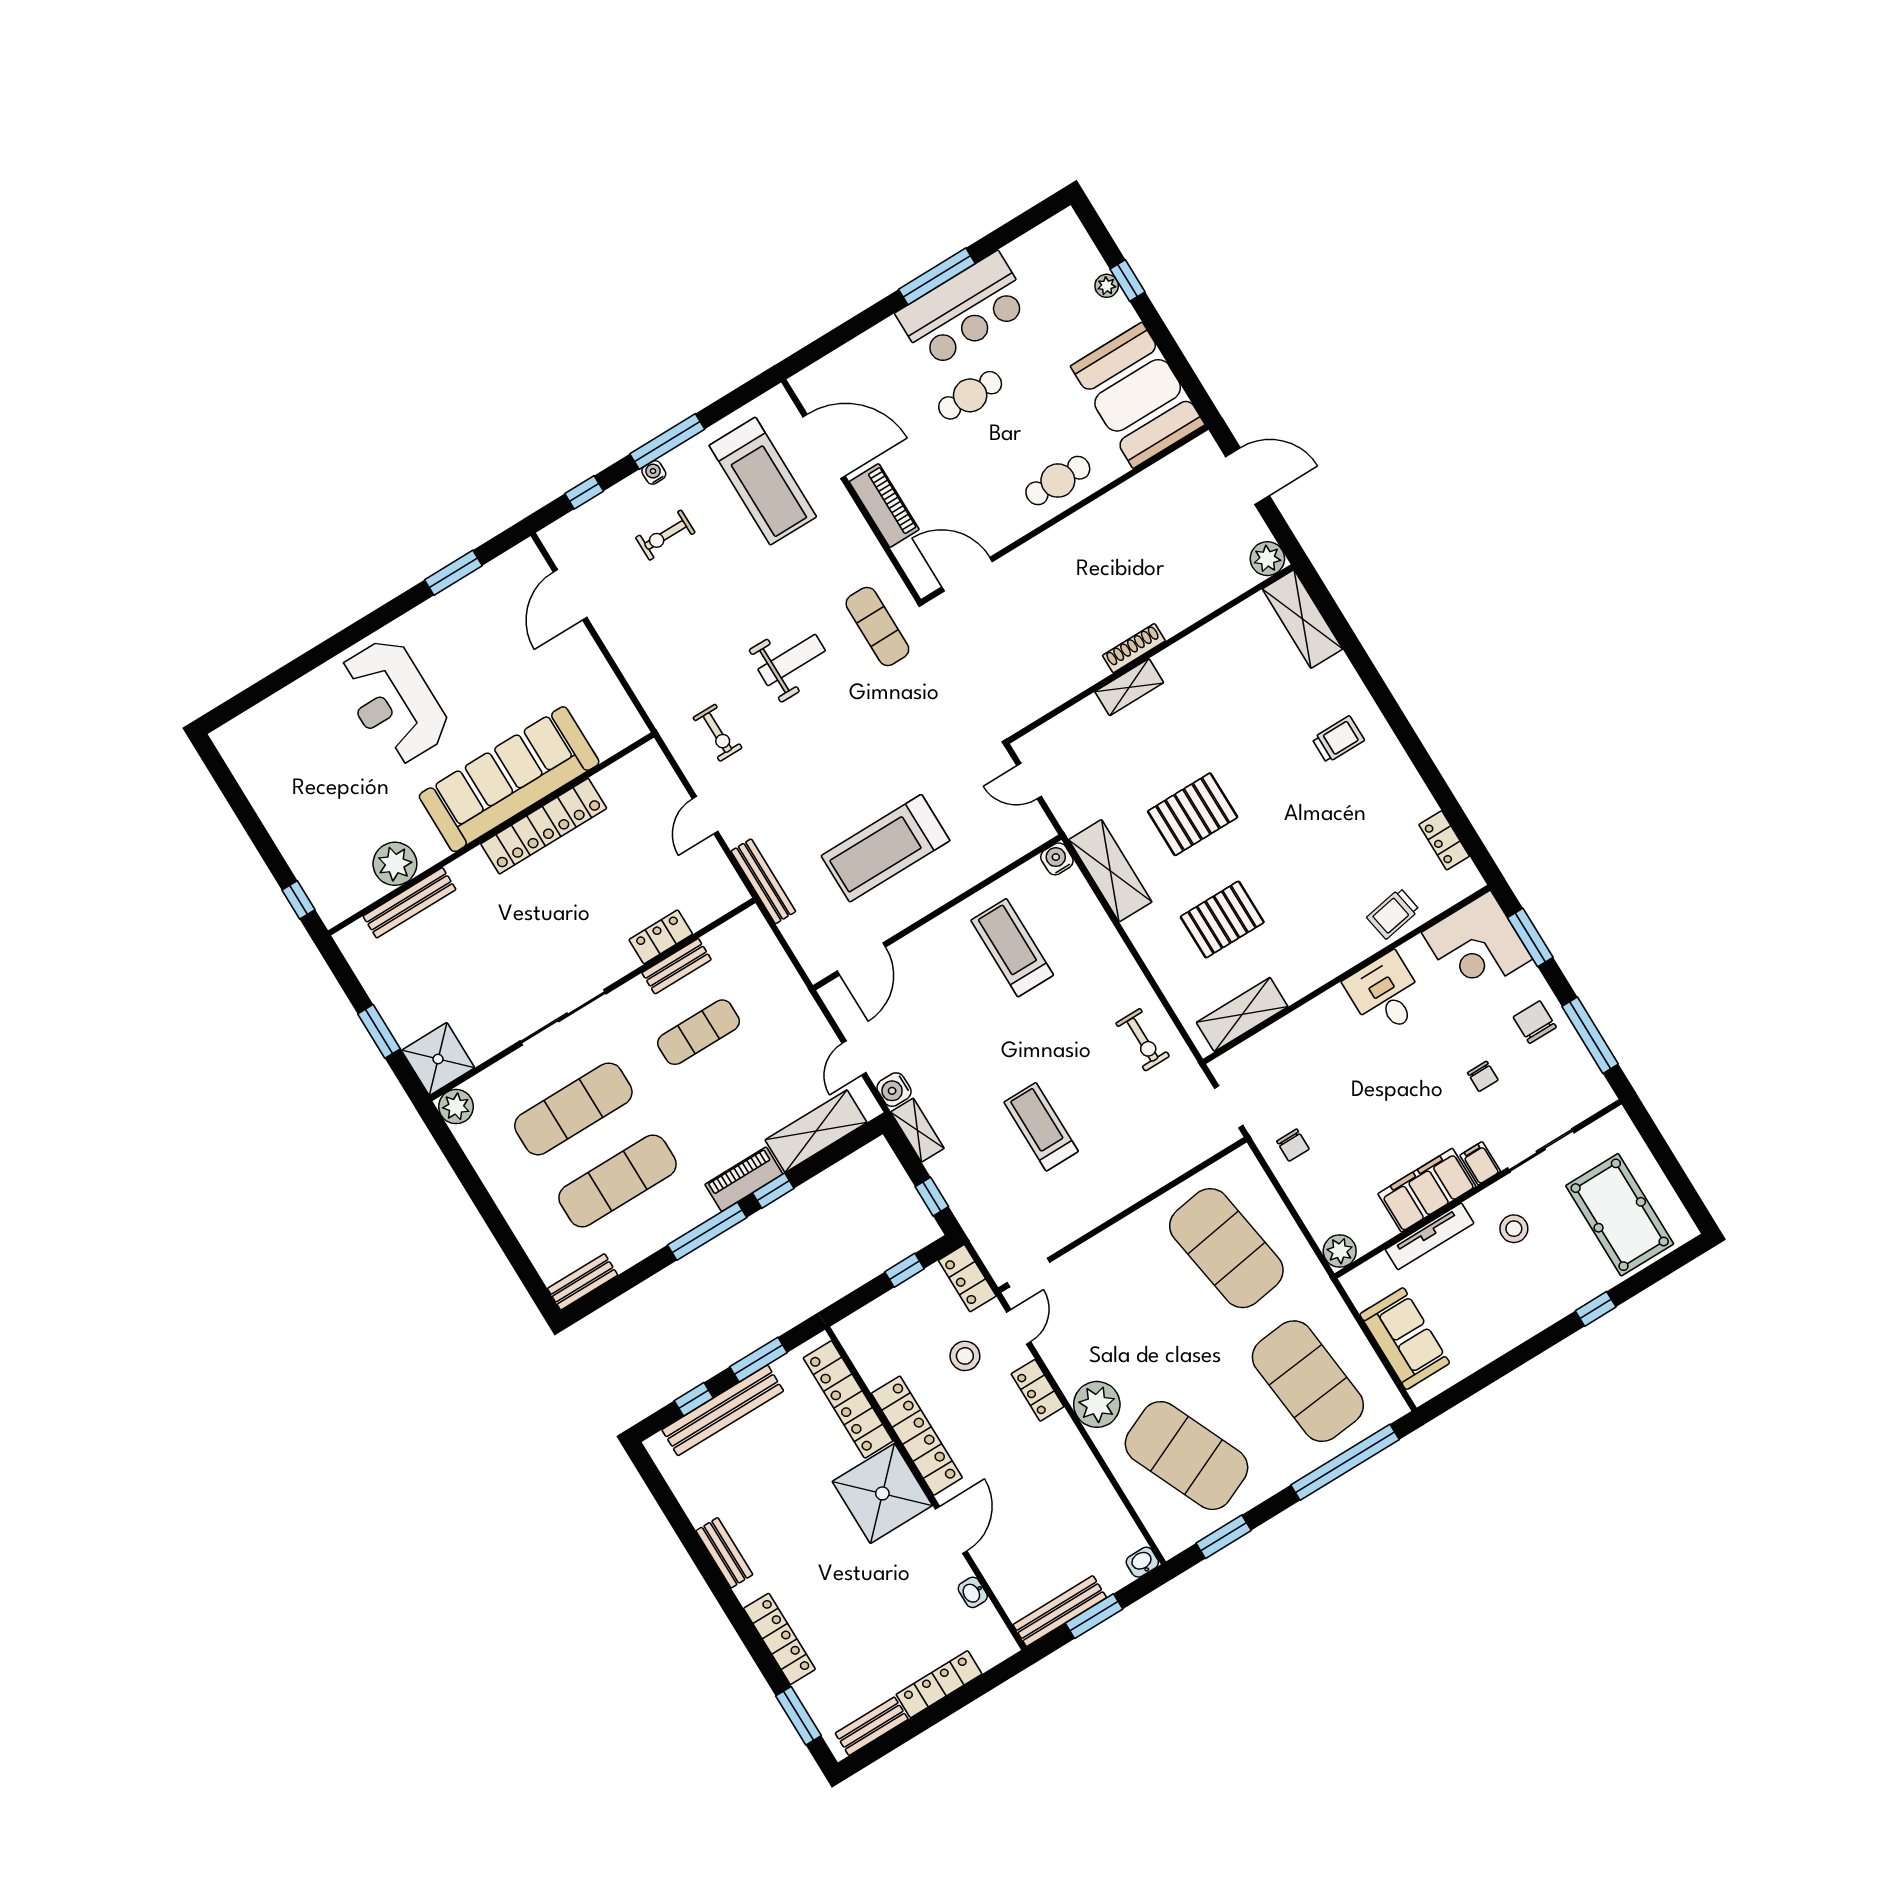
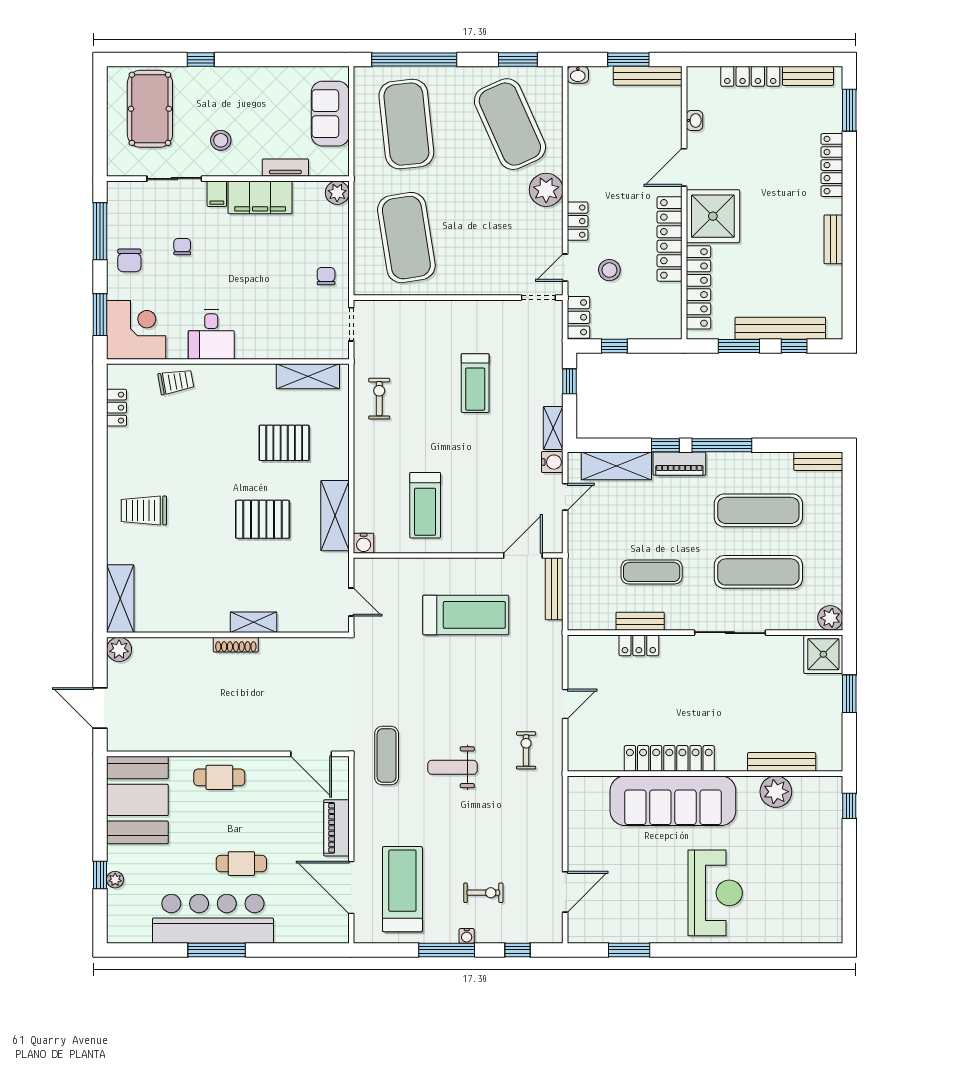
bar counter: (964, 310) -> (213, 919), width x1.36
trolley: (1338, 739) -> (144, 510), width x1.36, depth x1.39
bench: (763, 881) -> (554, 589), moved
tv unit: (1430, 1236) -> (285, 168), width x0.71

